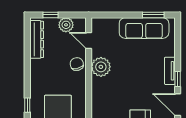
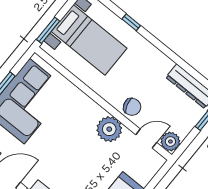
plant: (66, 25) -> (170, 142), moved

